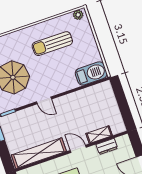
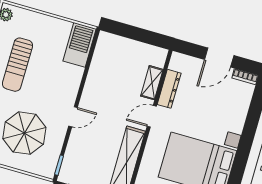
dresser: (107, 146) -> (169, 89), width x1.44

